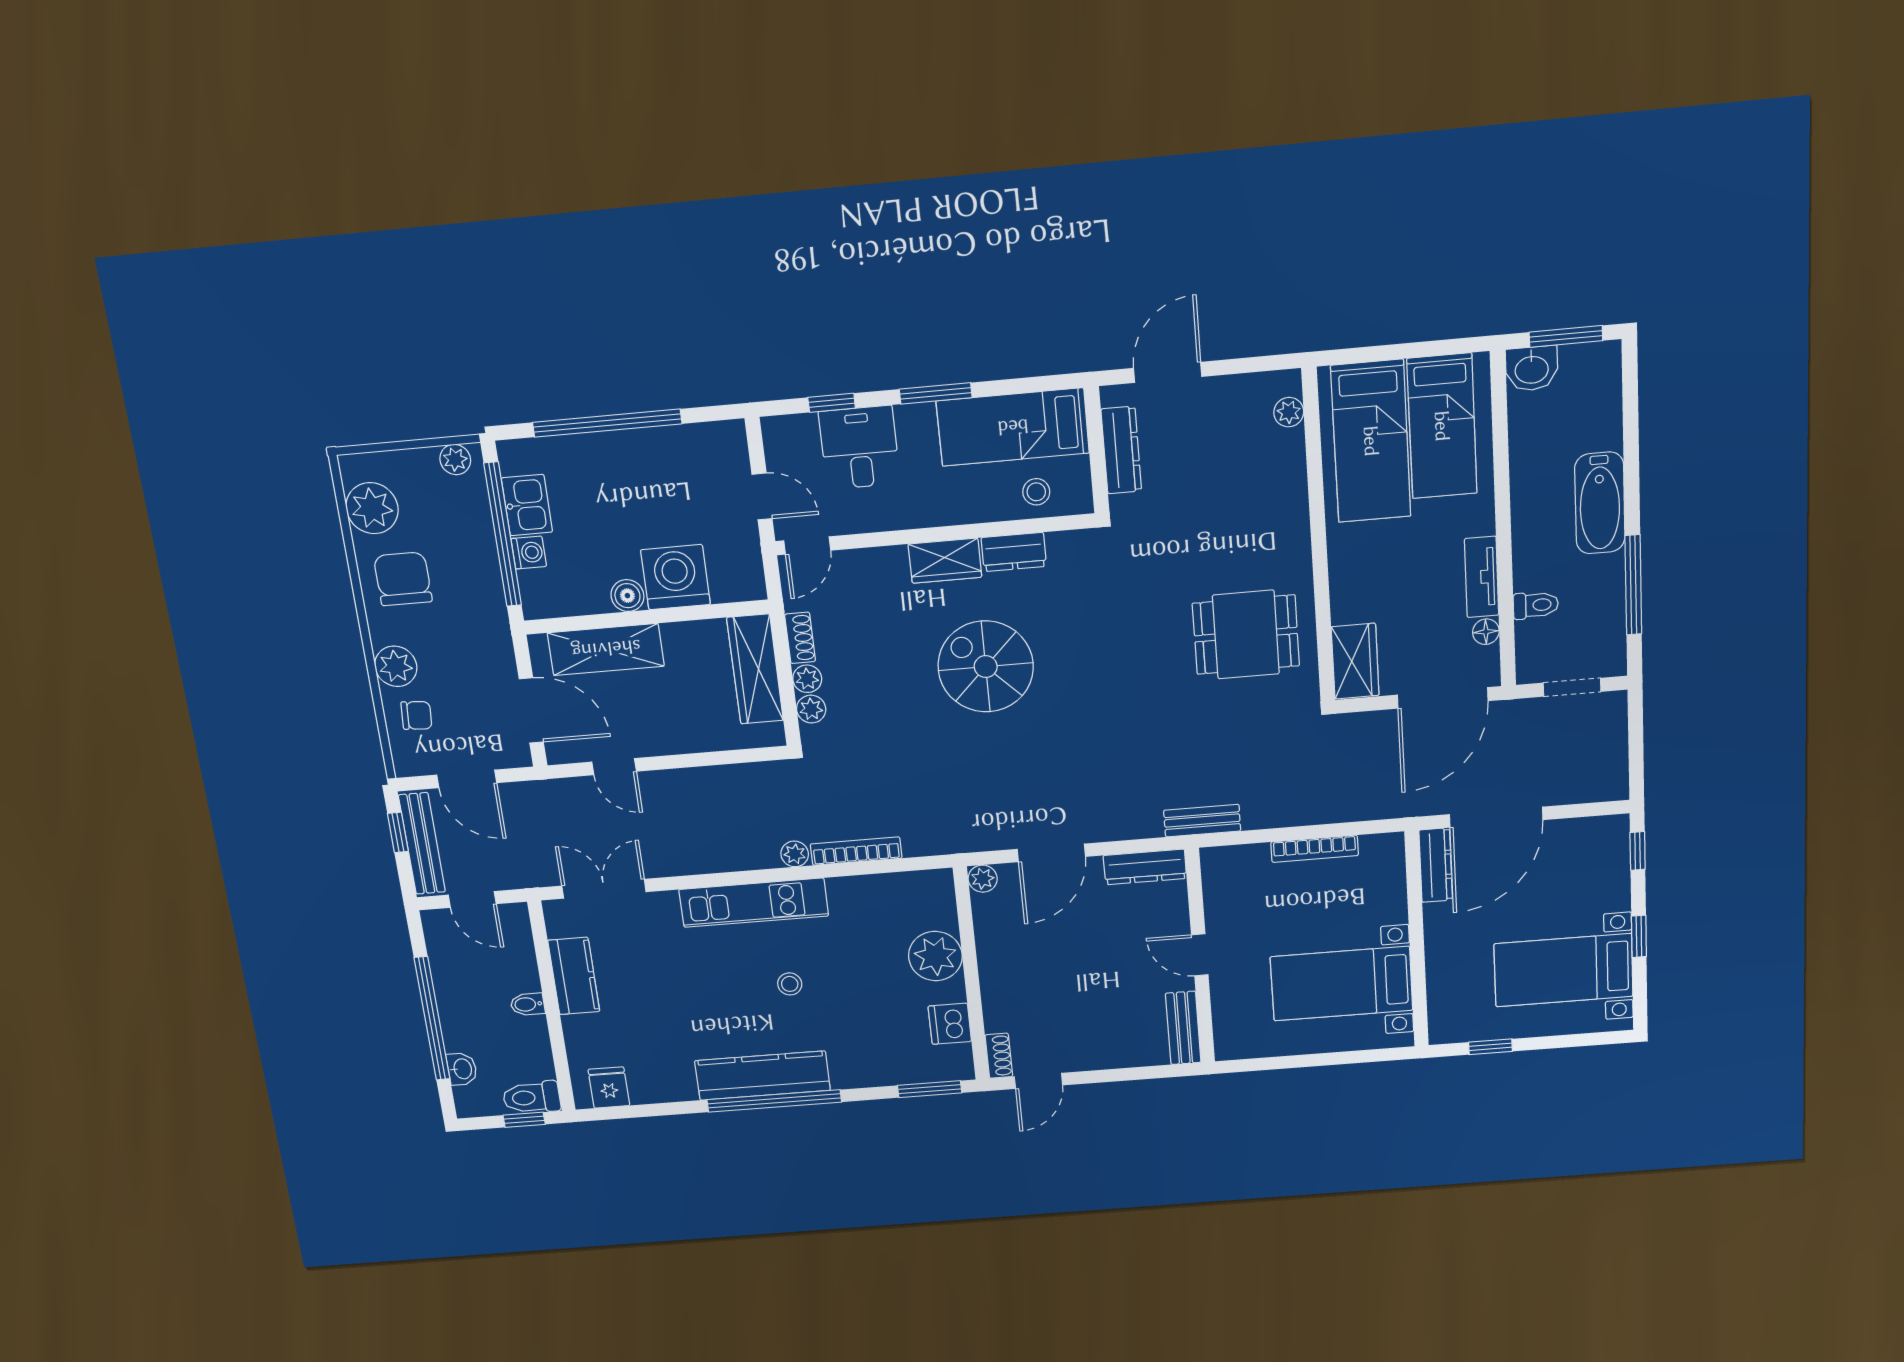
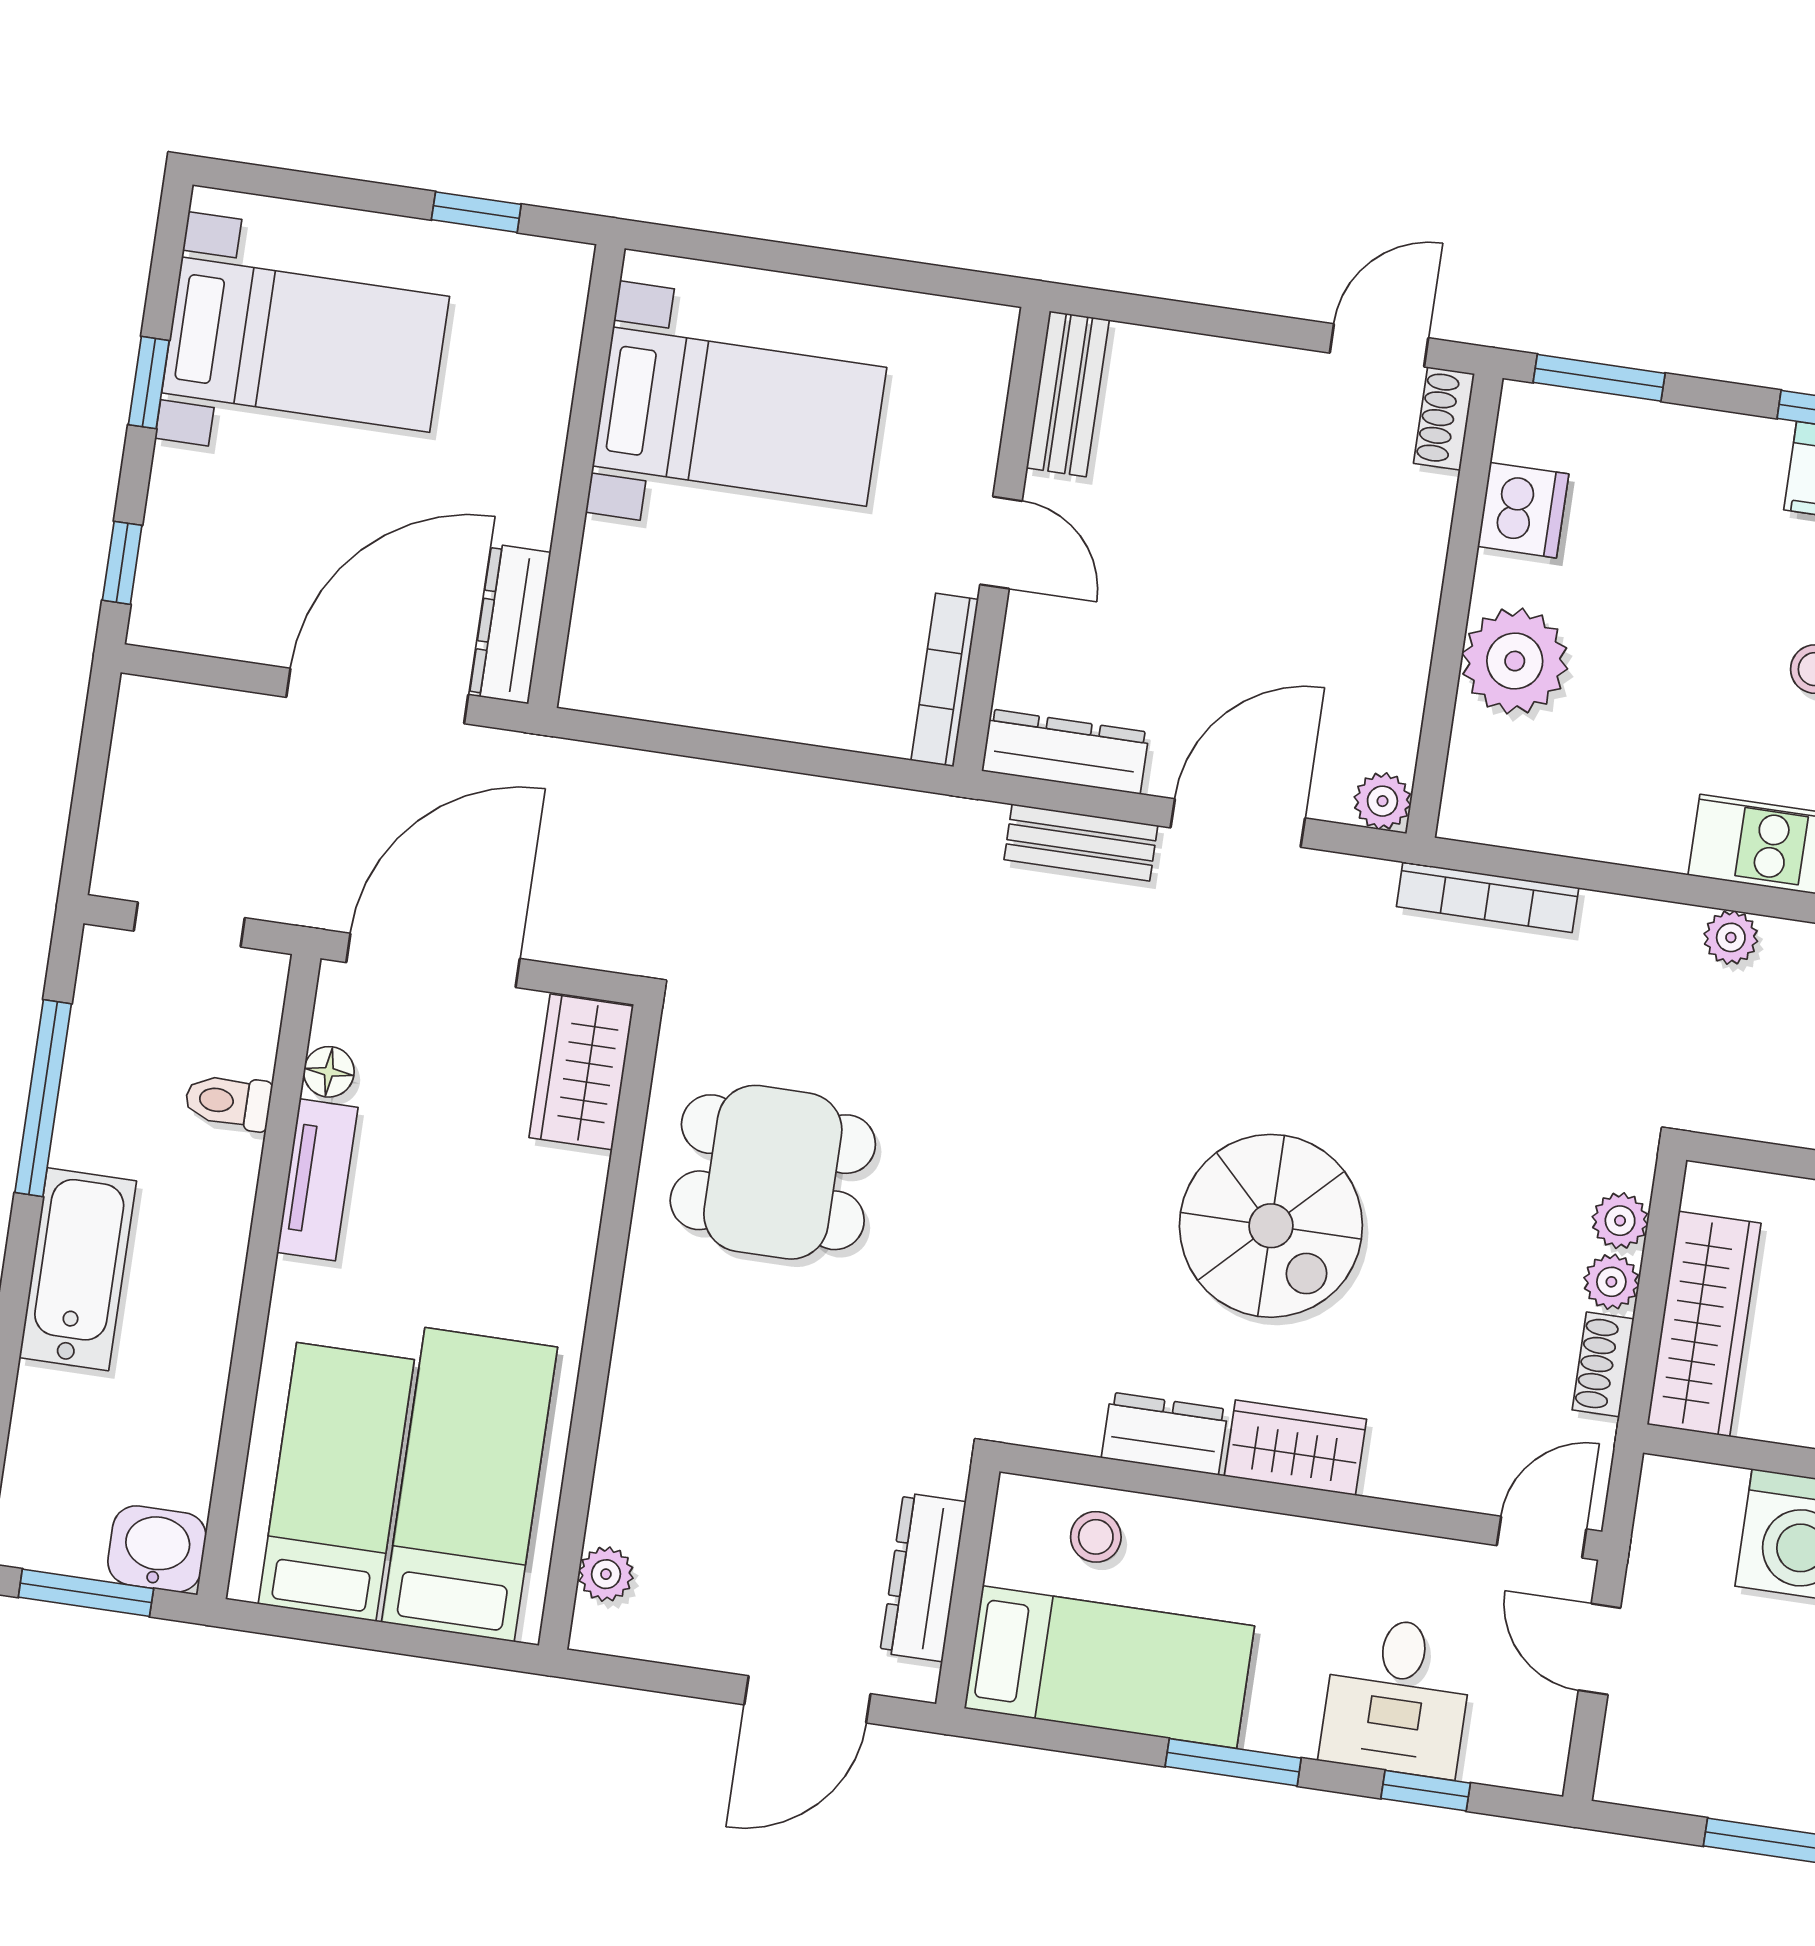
bench: (1202, 821) -> (1081, 842), moved
bookcase: (1315, 849) -> (945, 680), moved, turned -90
bookcase: (856, 851) -> (1488, 897), moved

